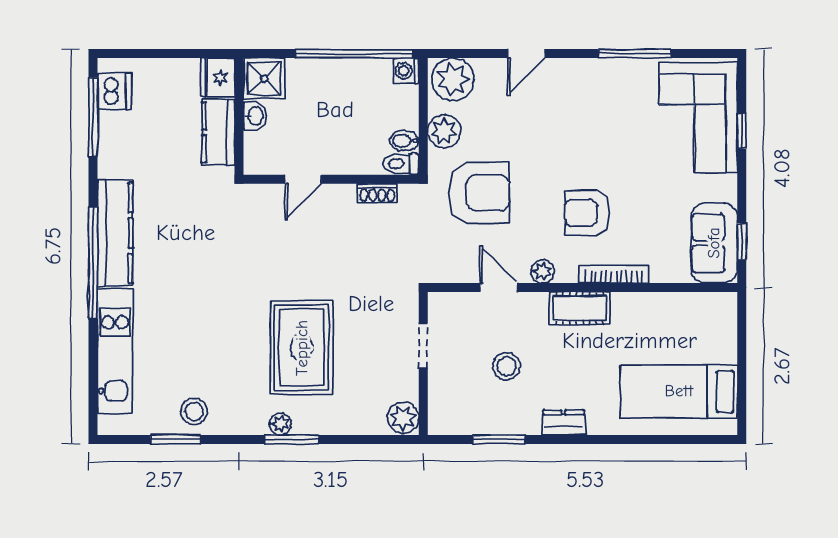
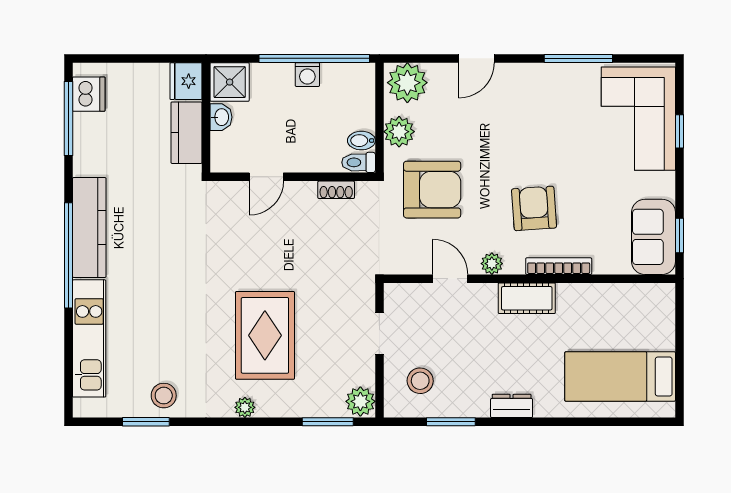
washing machine: (406, 71) -> (307, 75), moved, turned -90
armchair: (587, 213) -> (534, 208), turned 86
stool: (506, 366) -> (420, 381), moved
window: (292, 439) -> (328, 422), moved

